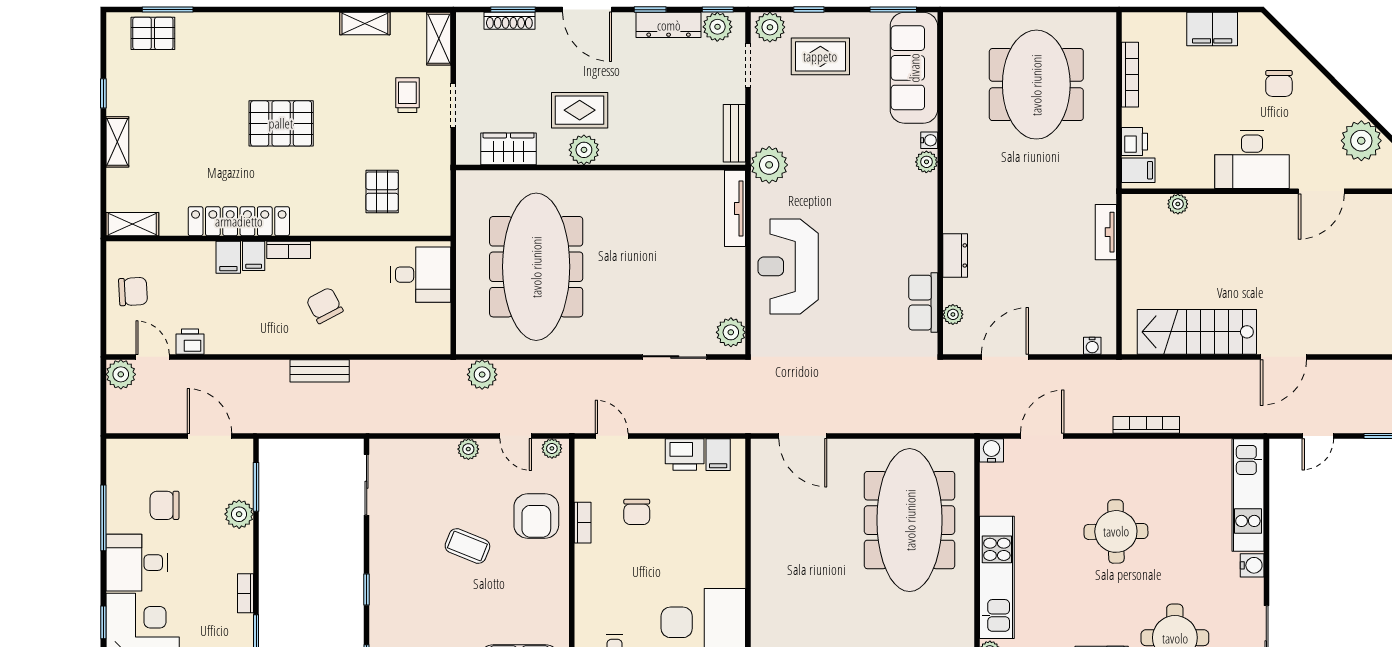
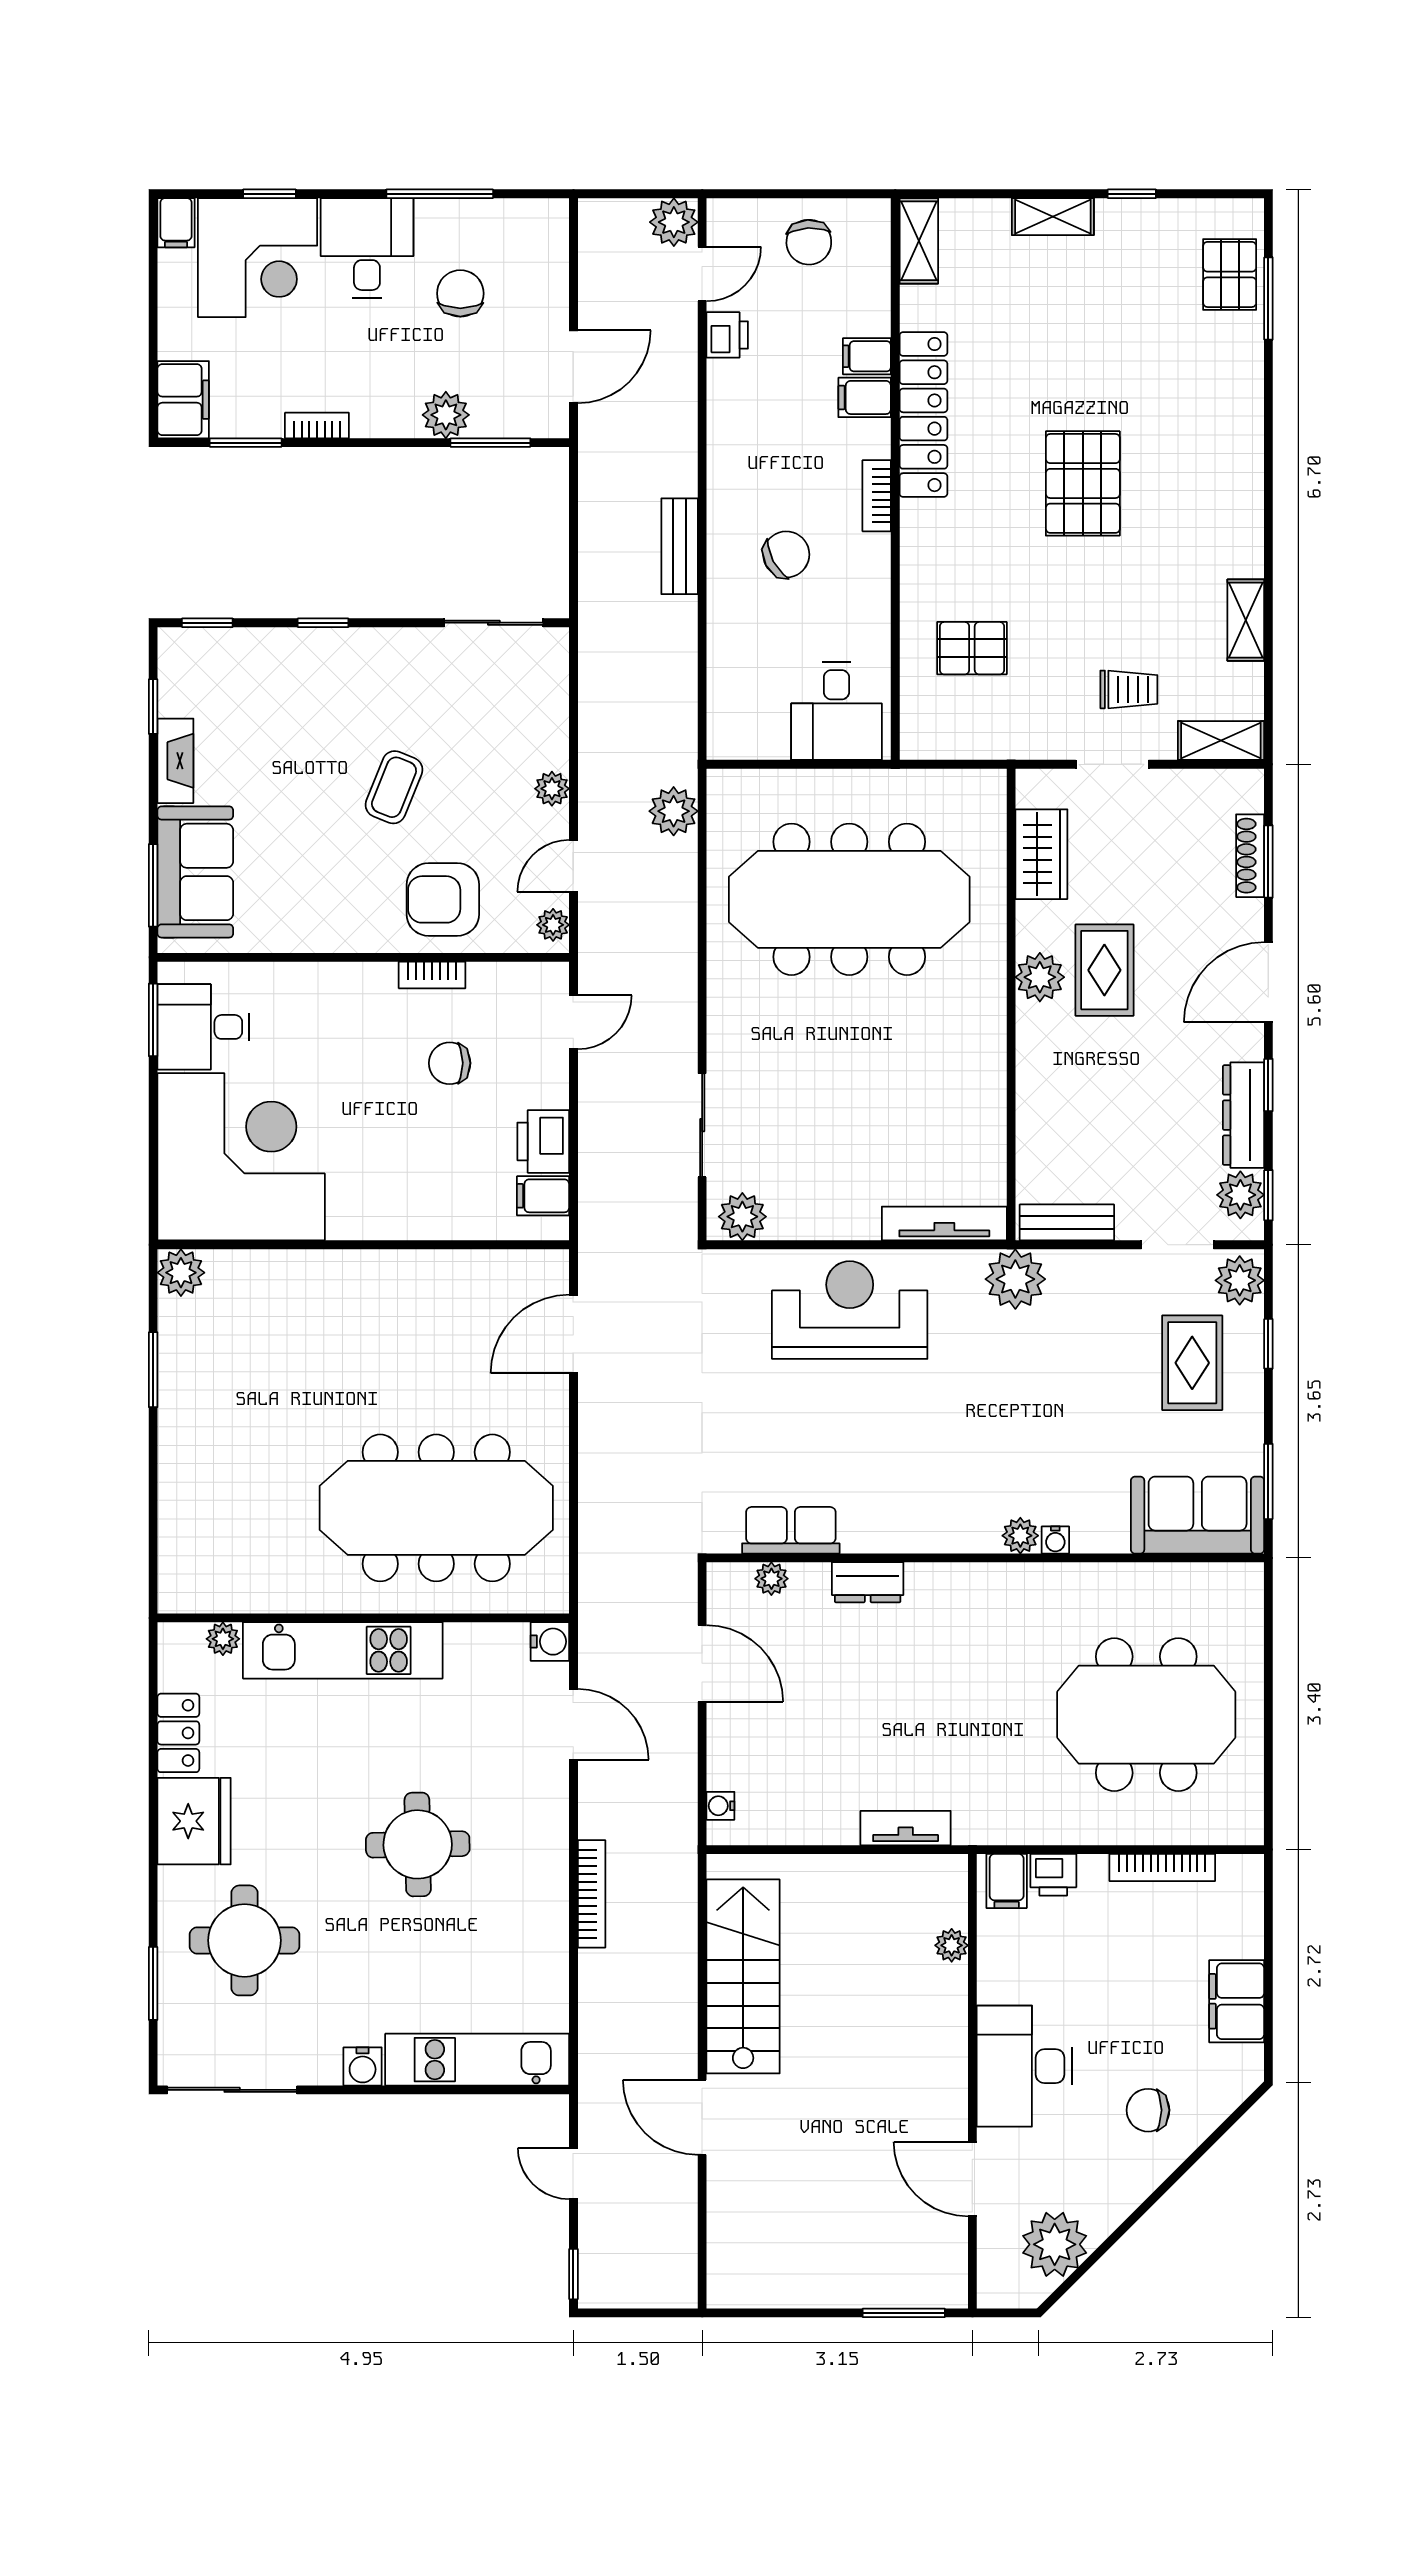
sofa: (914, 68) -> (1198, 1515), width x0.73
filing cabinet: (254, 256) -> (867, 356), moved

